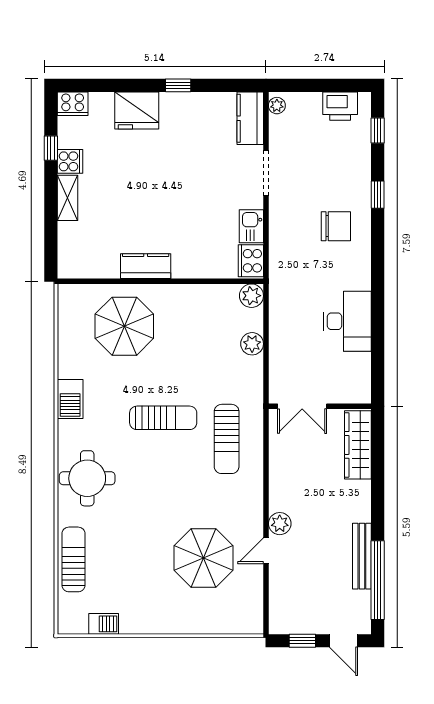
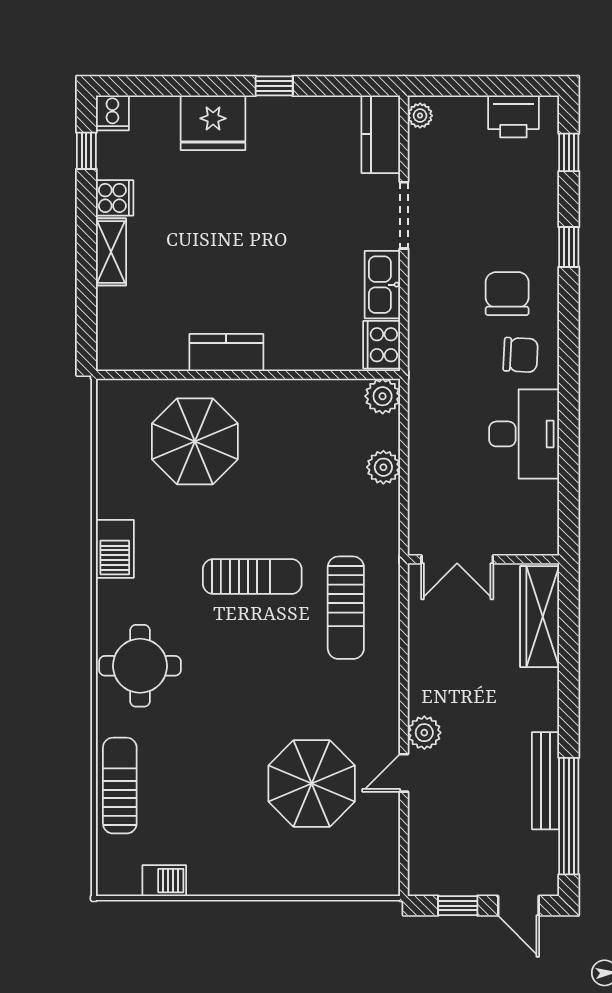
cooker: (73, 104) -> (112, 113), width x0.73
window: (51, 148) -> (86, 151), moved
kitchen sink: (251, 226) -> (382, 285), width x1.38
chair: (336, 226) -> (507, 294), turned -90
chair: (345, 268) -> (521, 355), added

